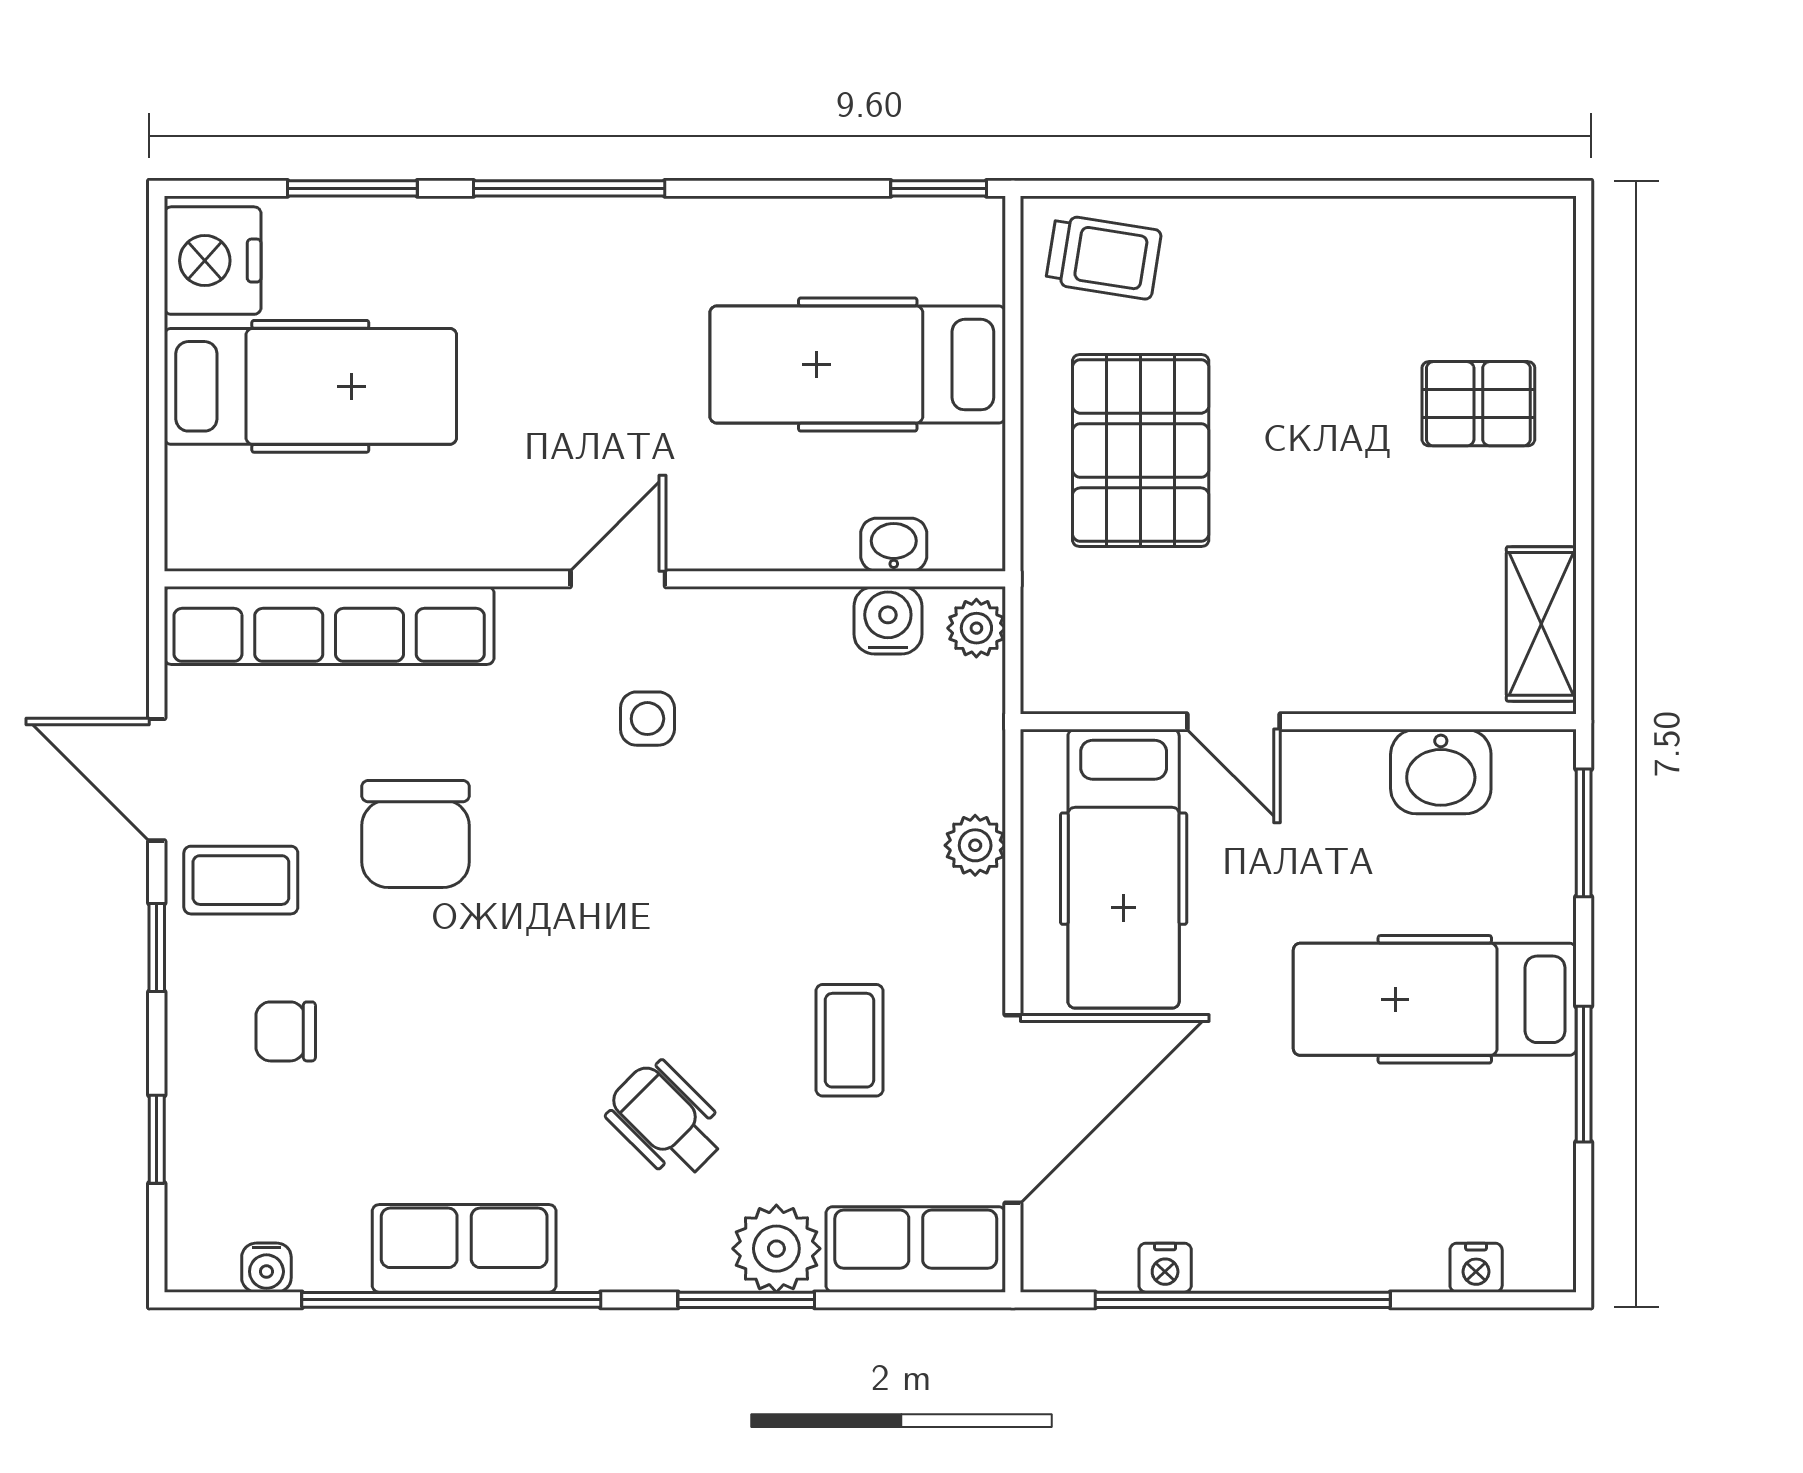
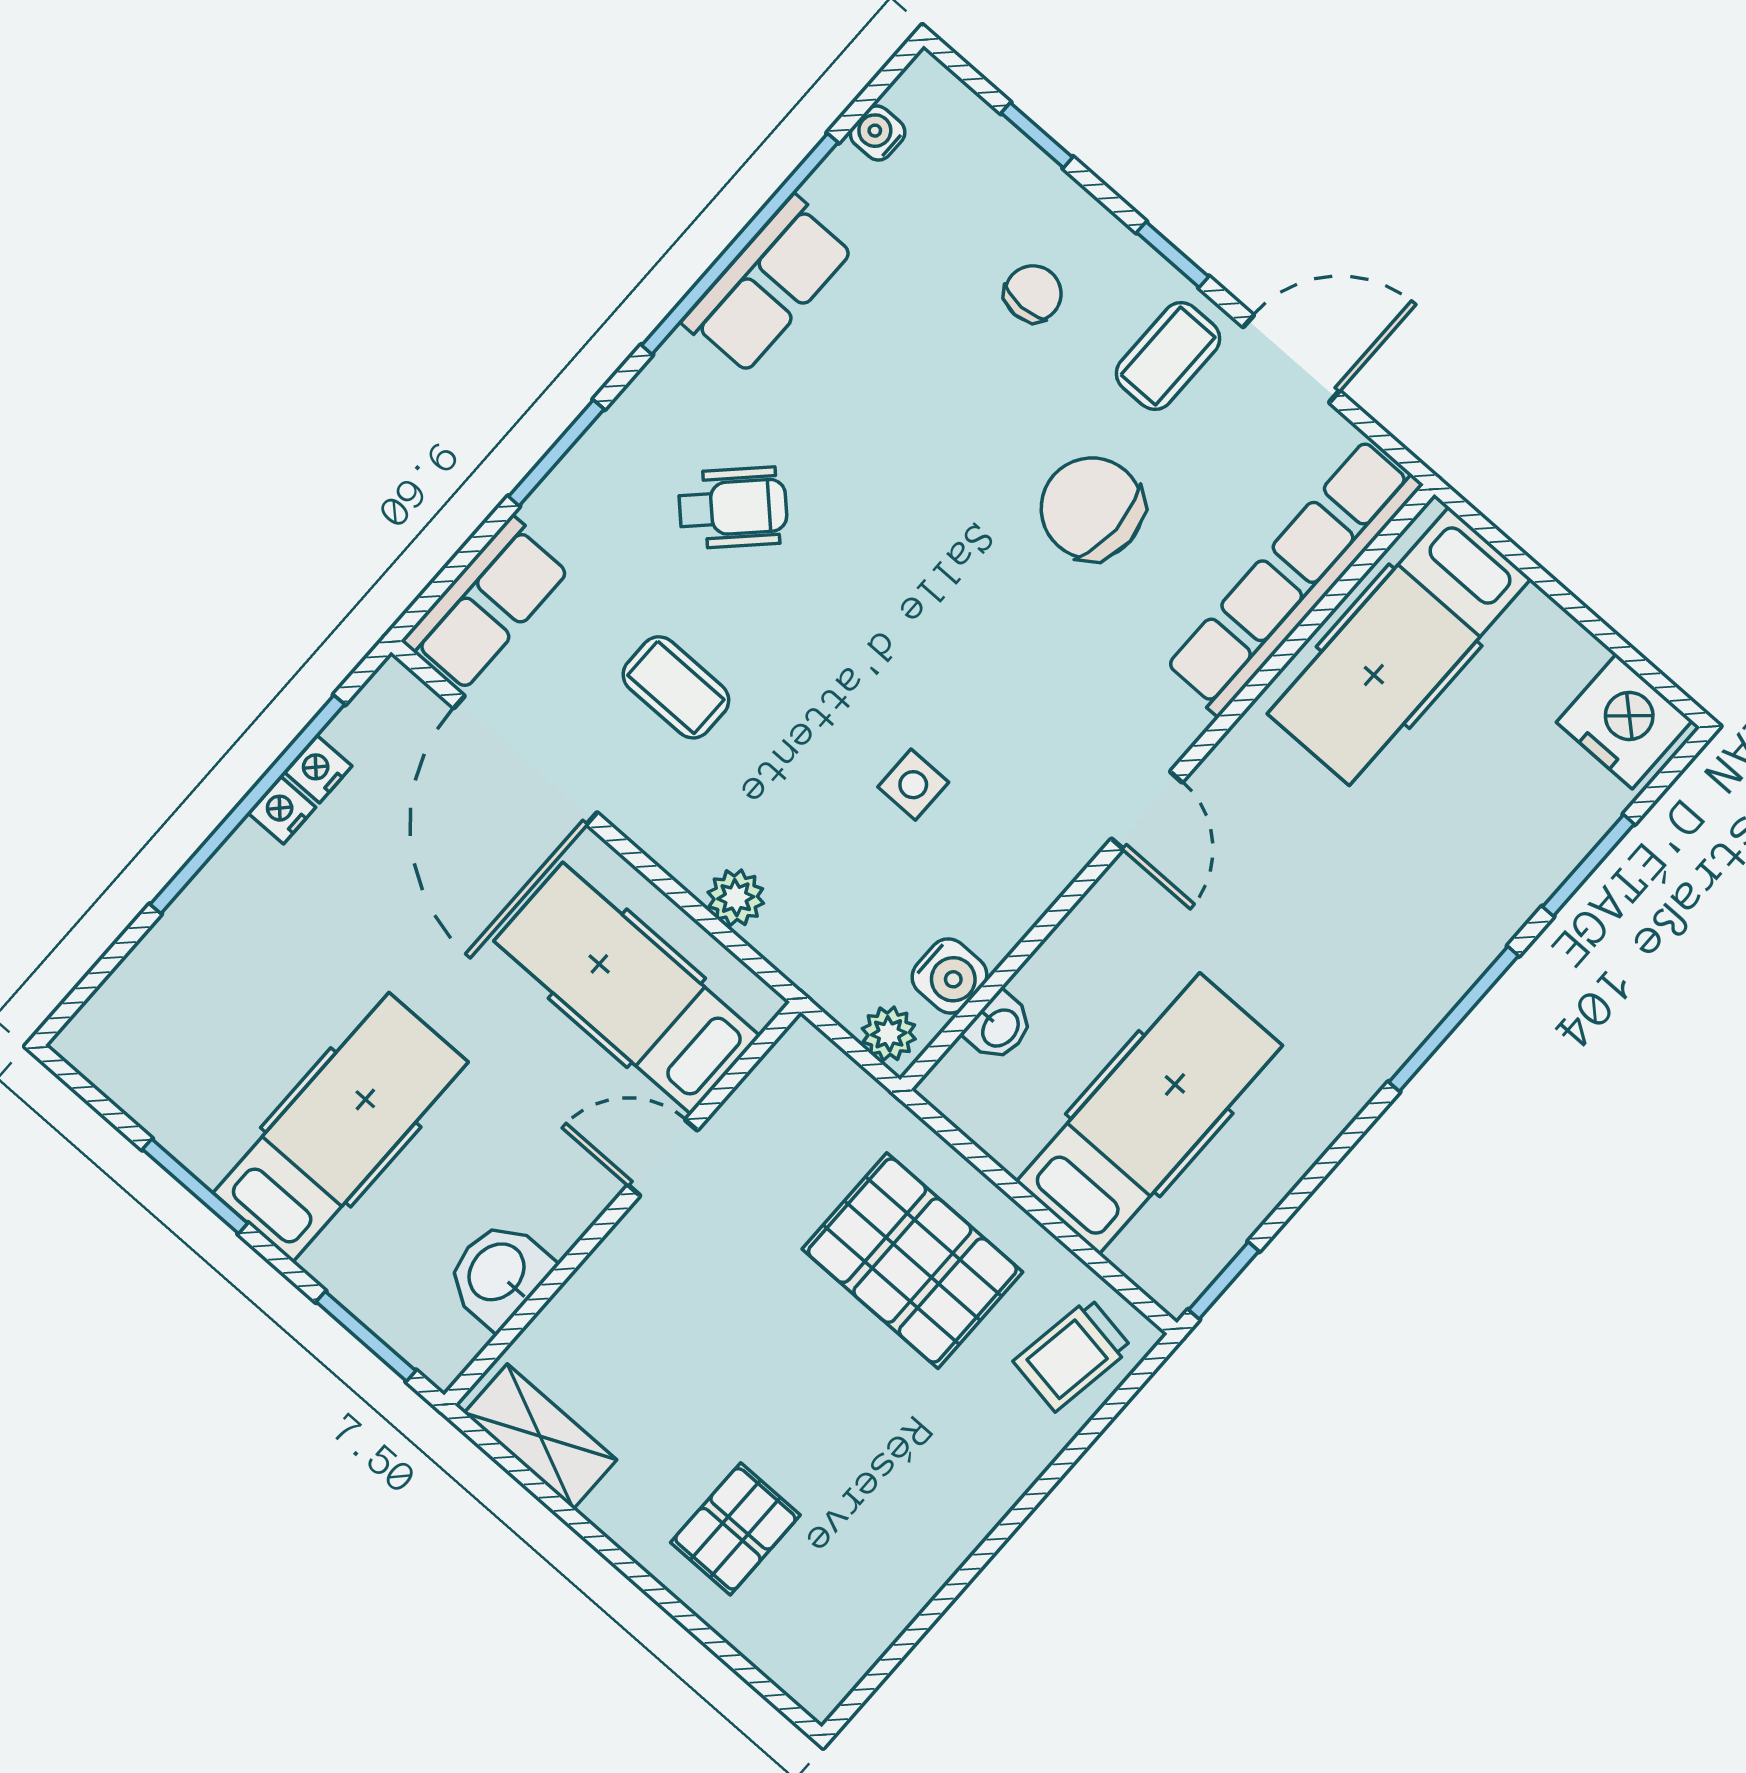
hospital bed: (310, 386) -> (1399, 646), moved
side table: (647, 719) -> (913, 785), moved
plant: (776, 1249) -> (574, 506), removed
nightstand: (1476, 1268) -> (282, 810), moved

